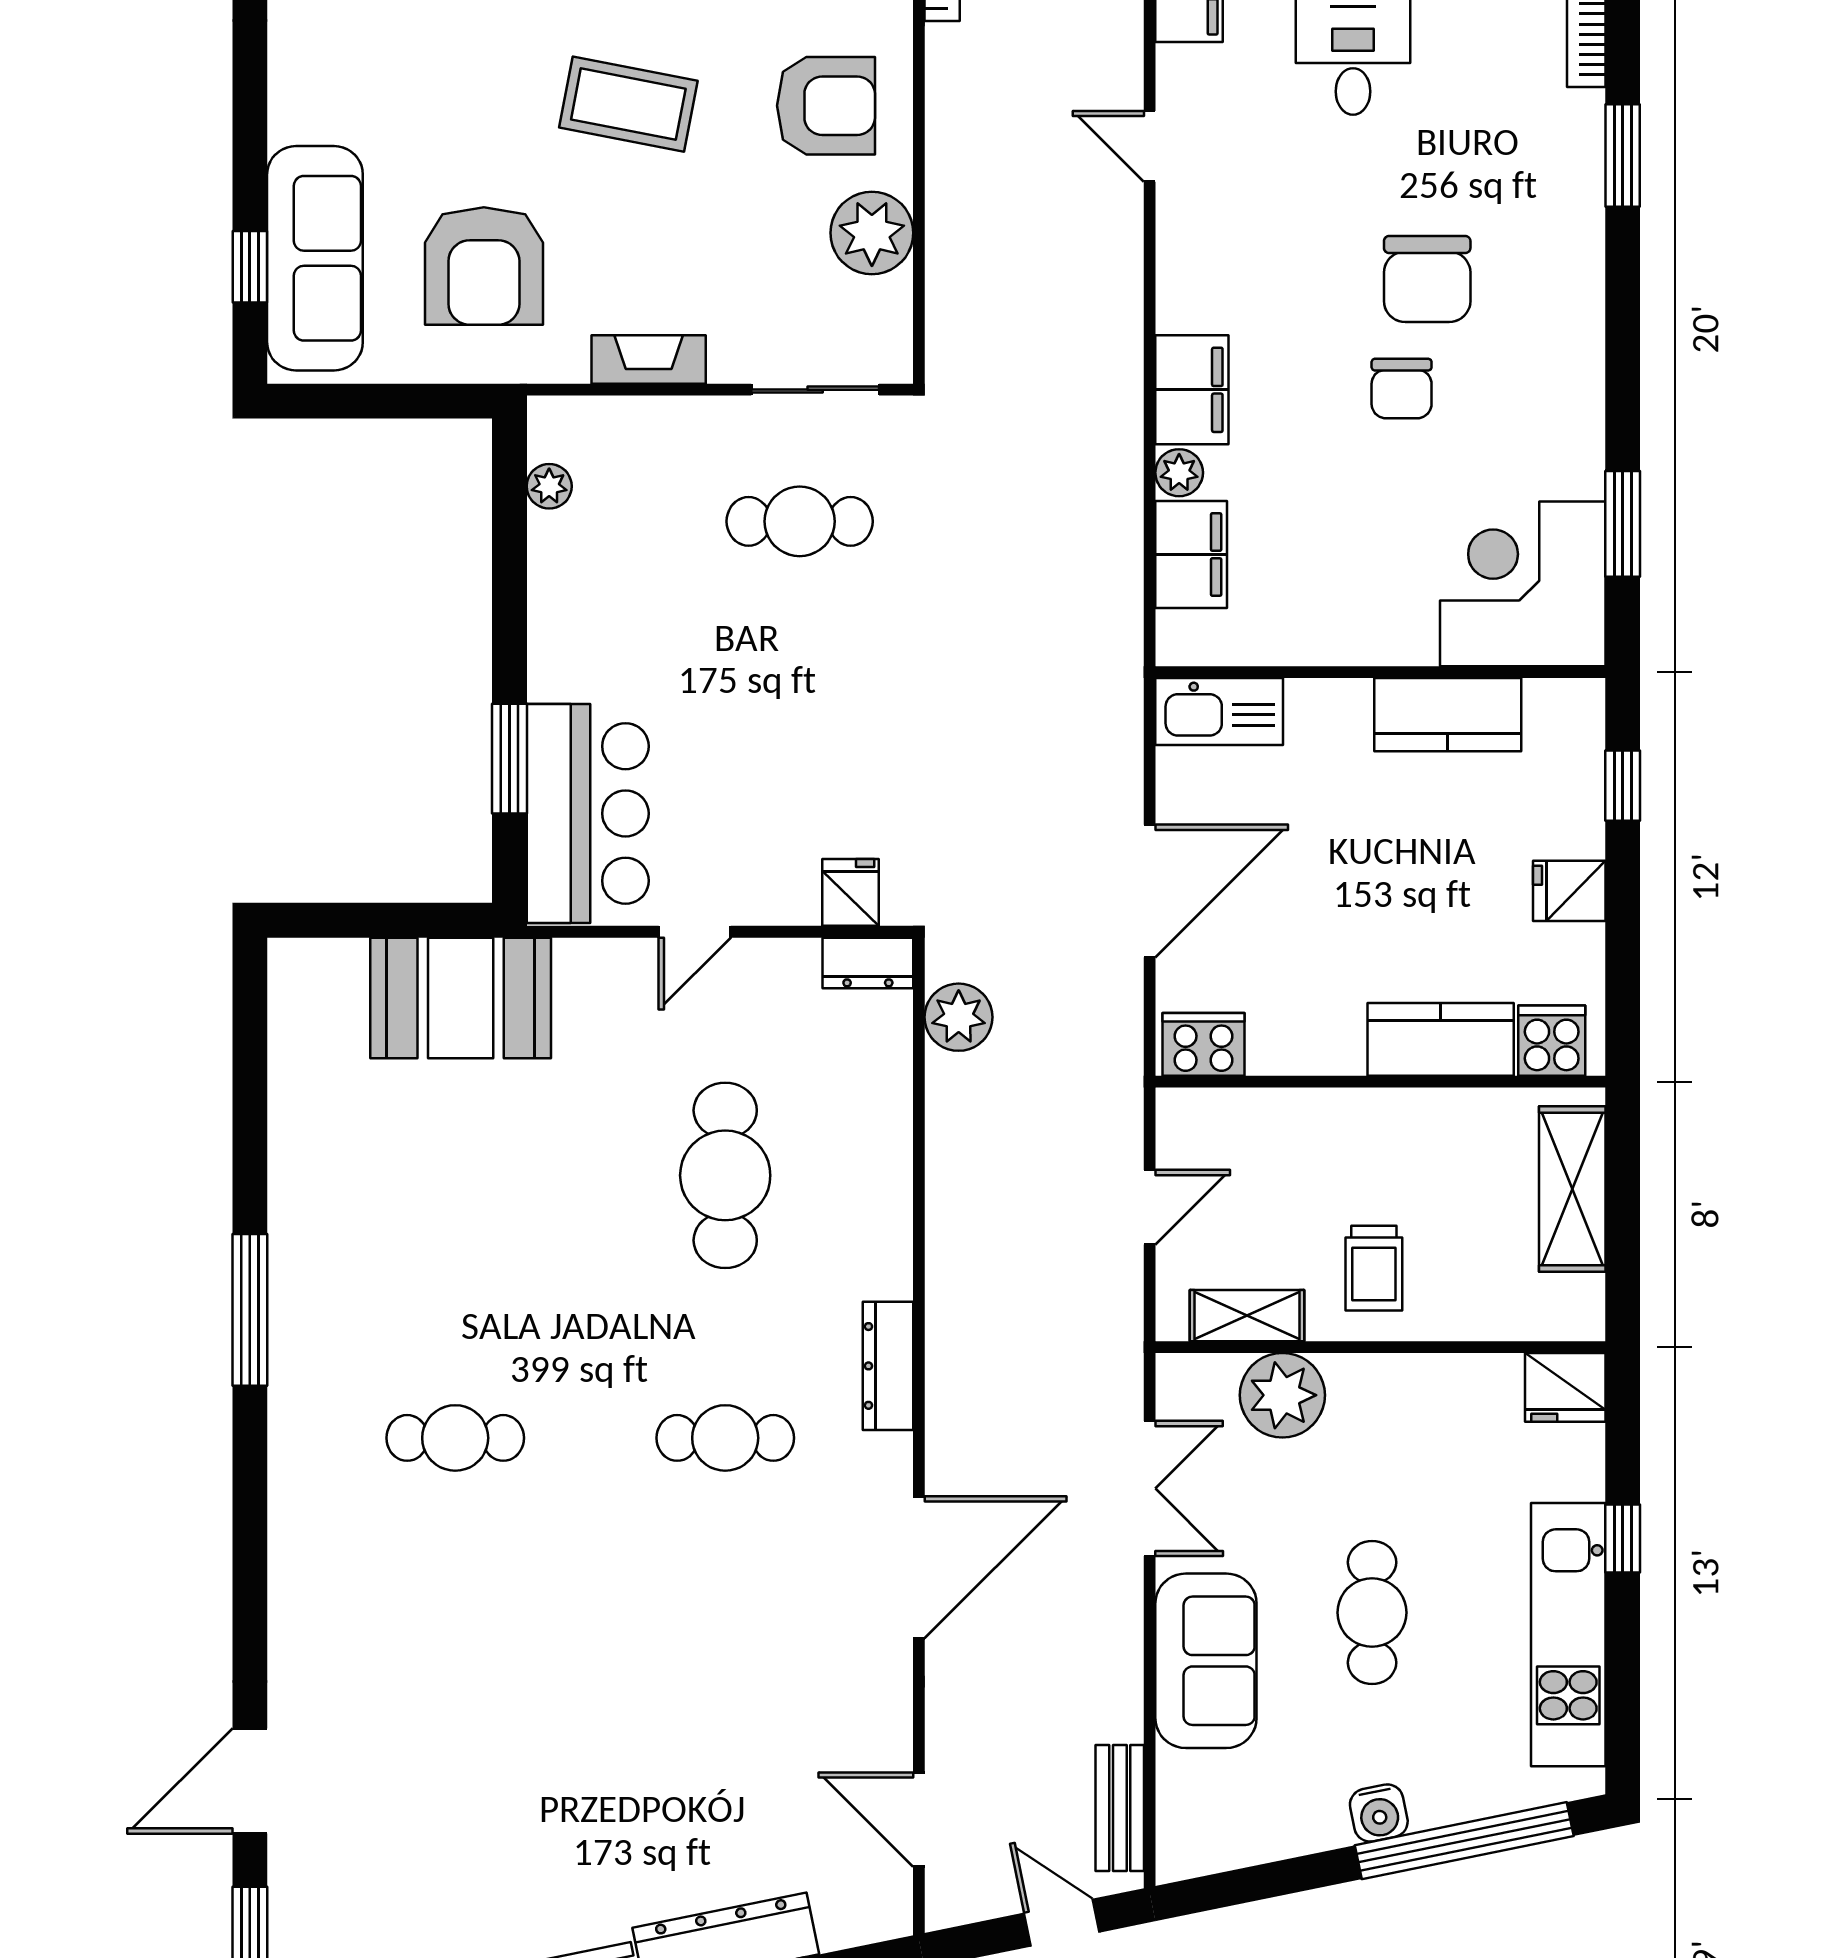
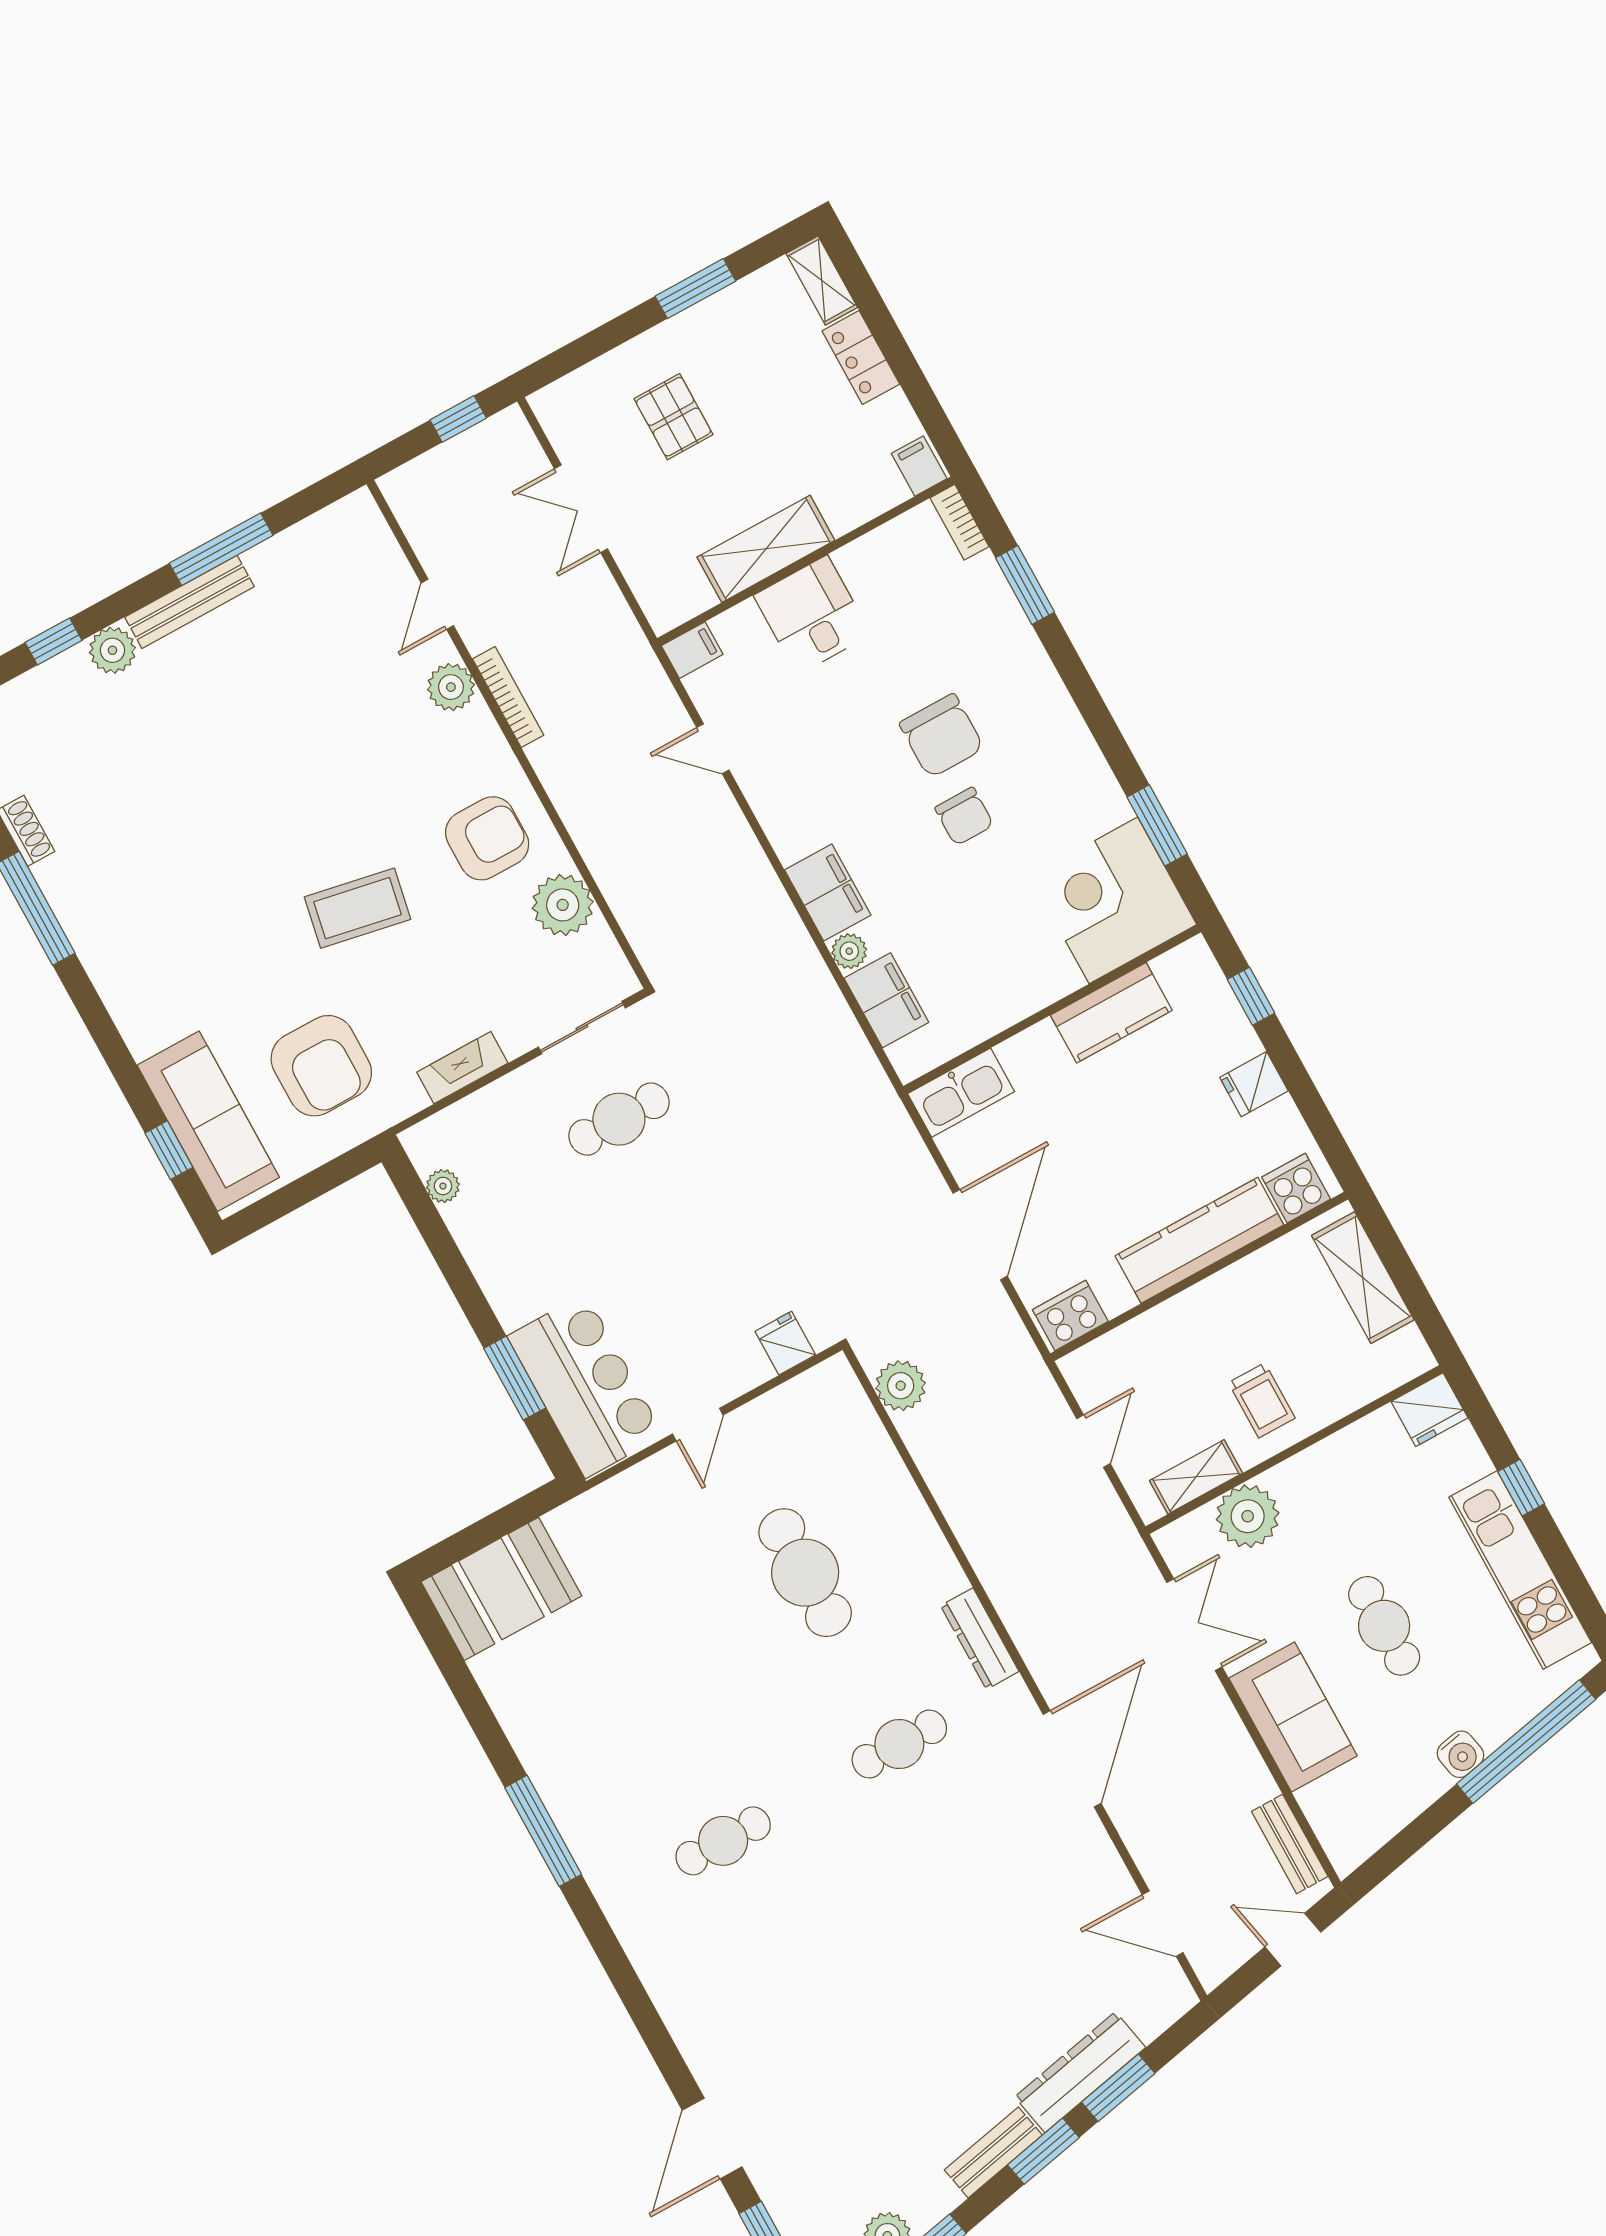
dresser: (868, 963) -> (822, 1383), removed
booth: (461, 998) -> (501, 1589), moved
kitchen counter: (1441, 1039) -> (1199, 1240), width x1.50

